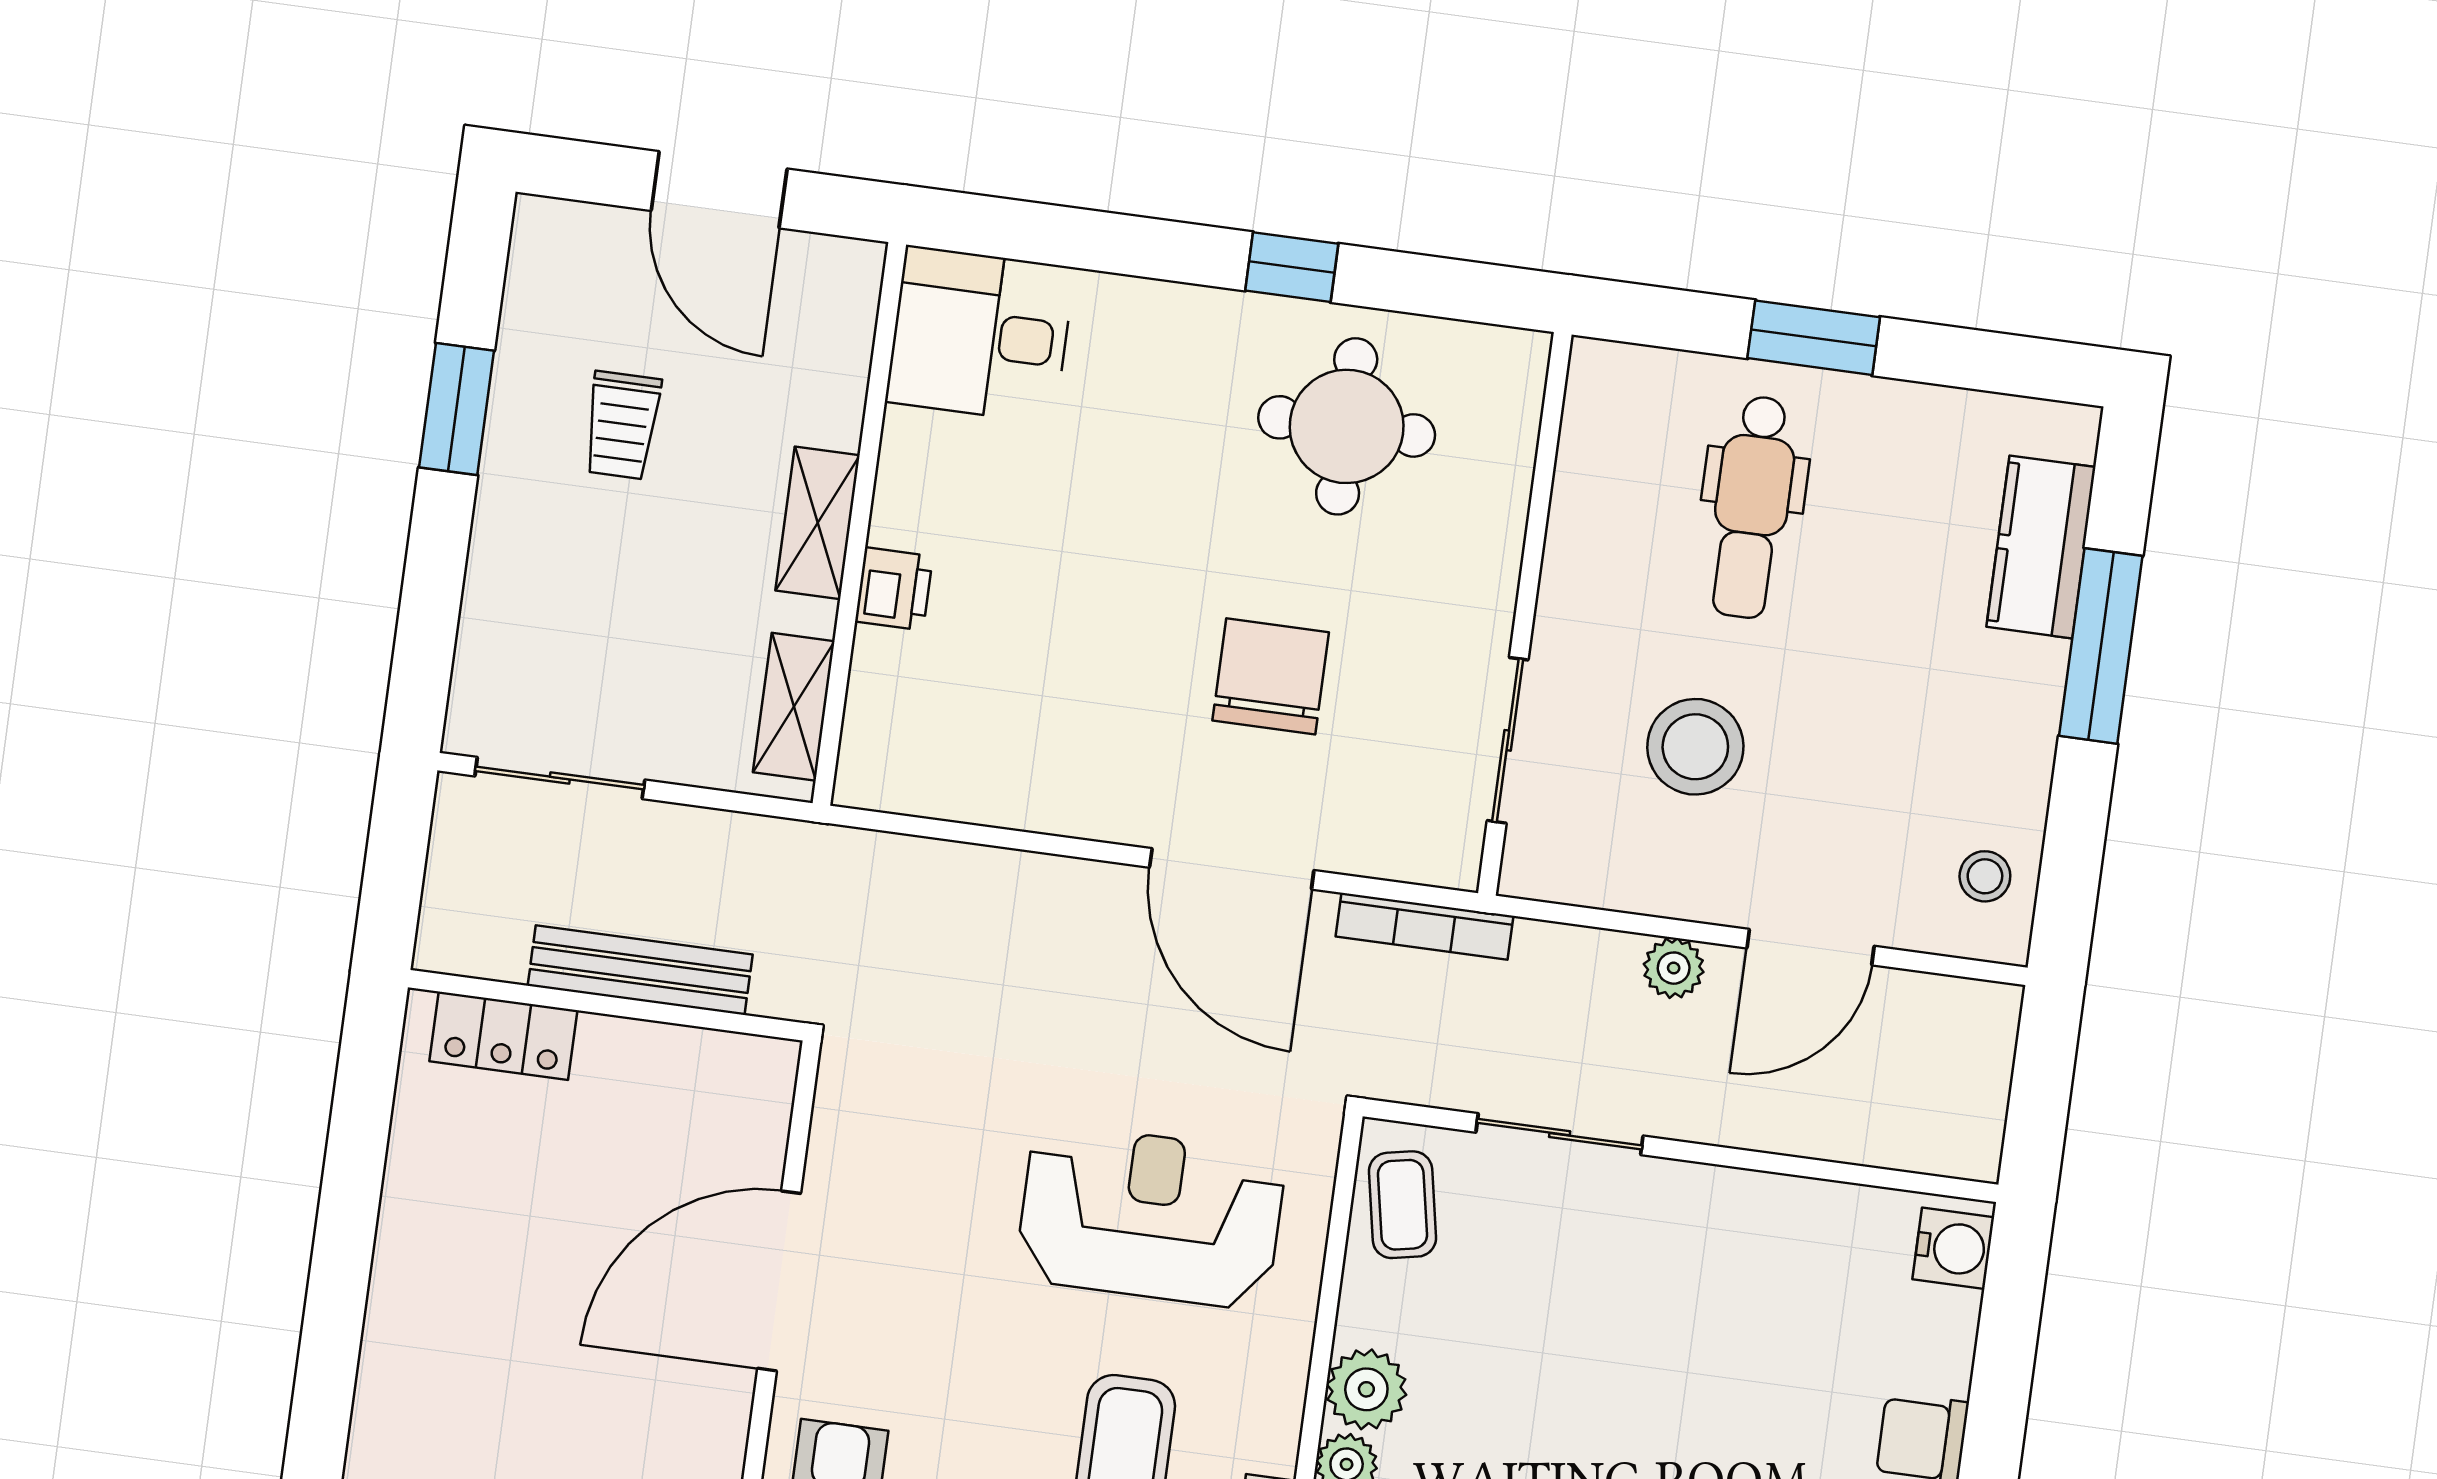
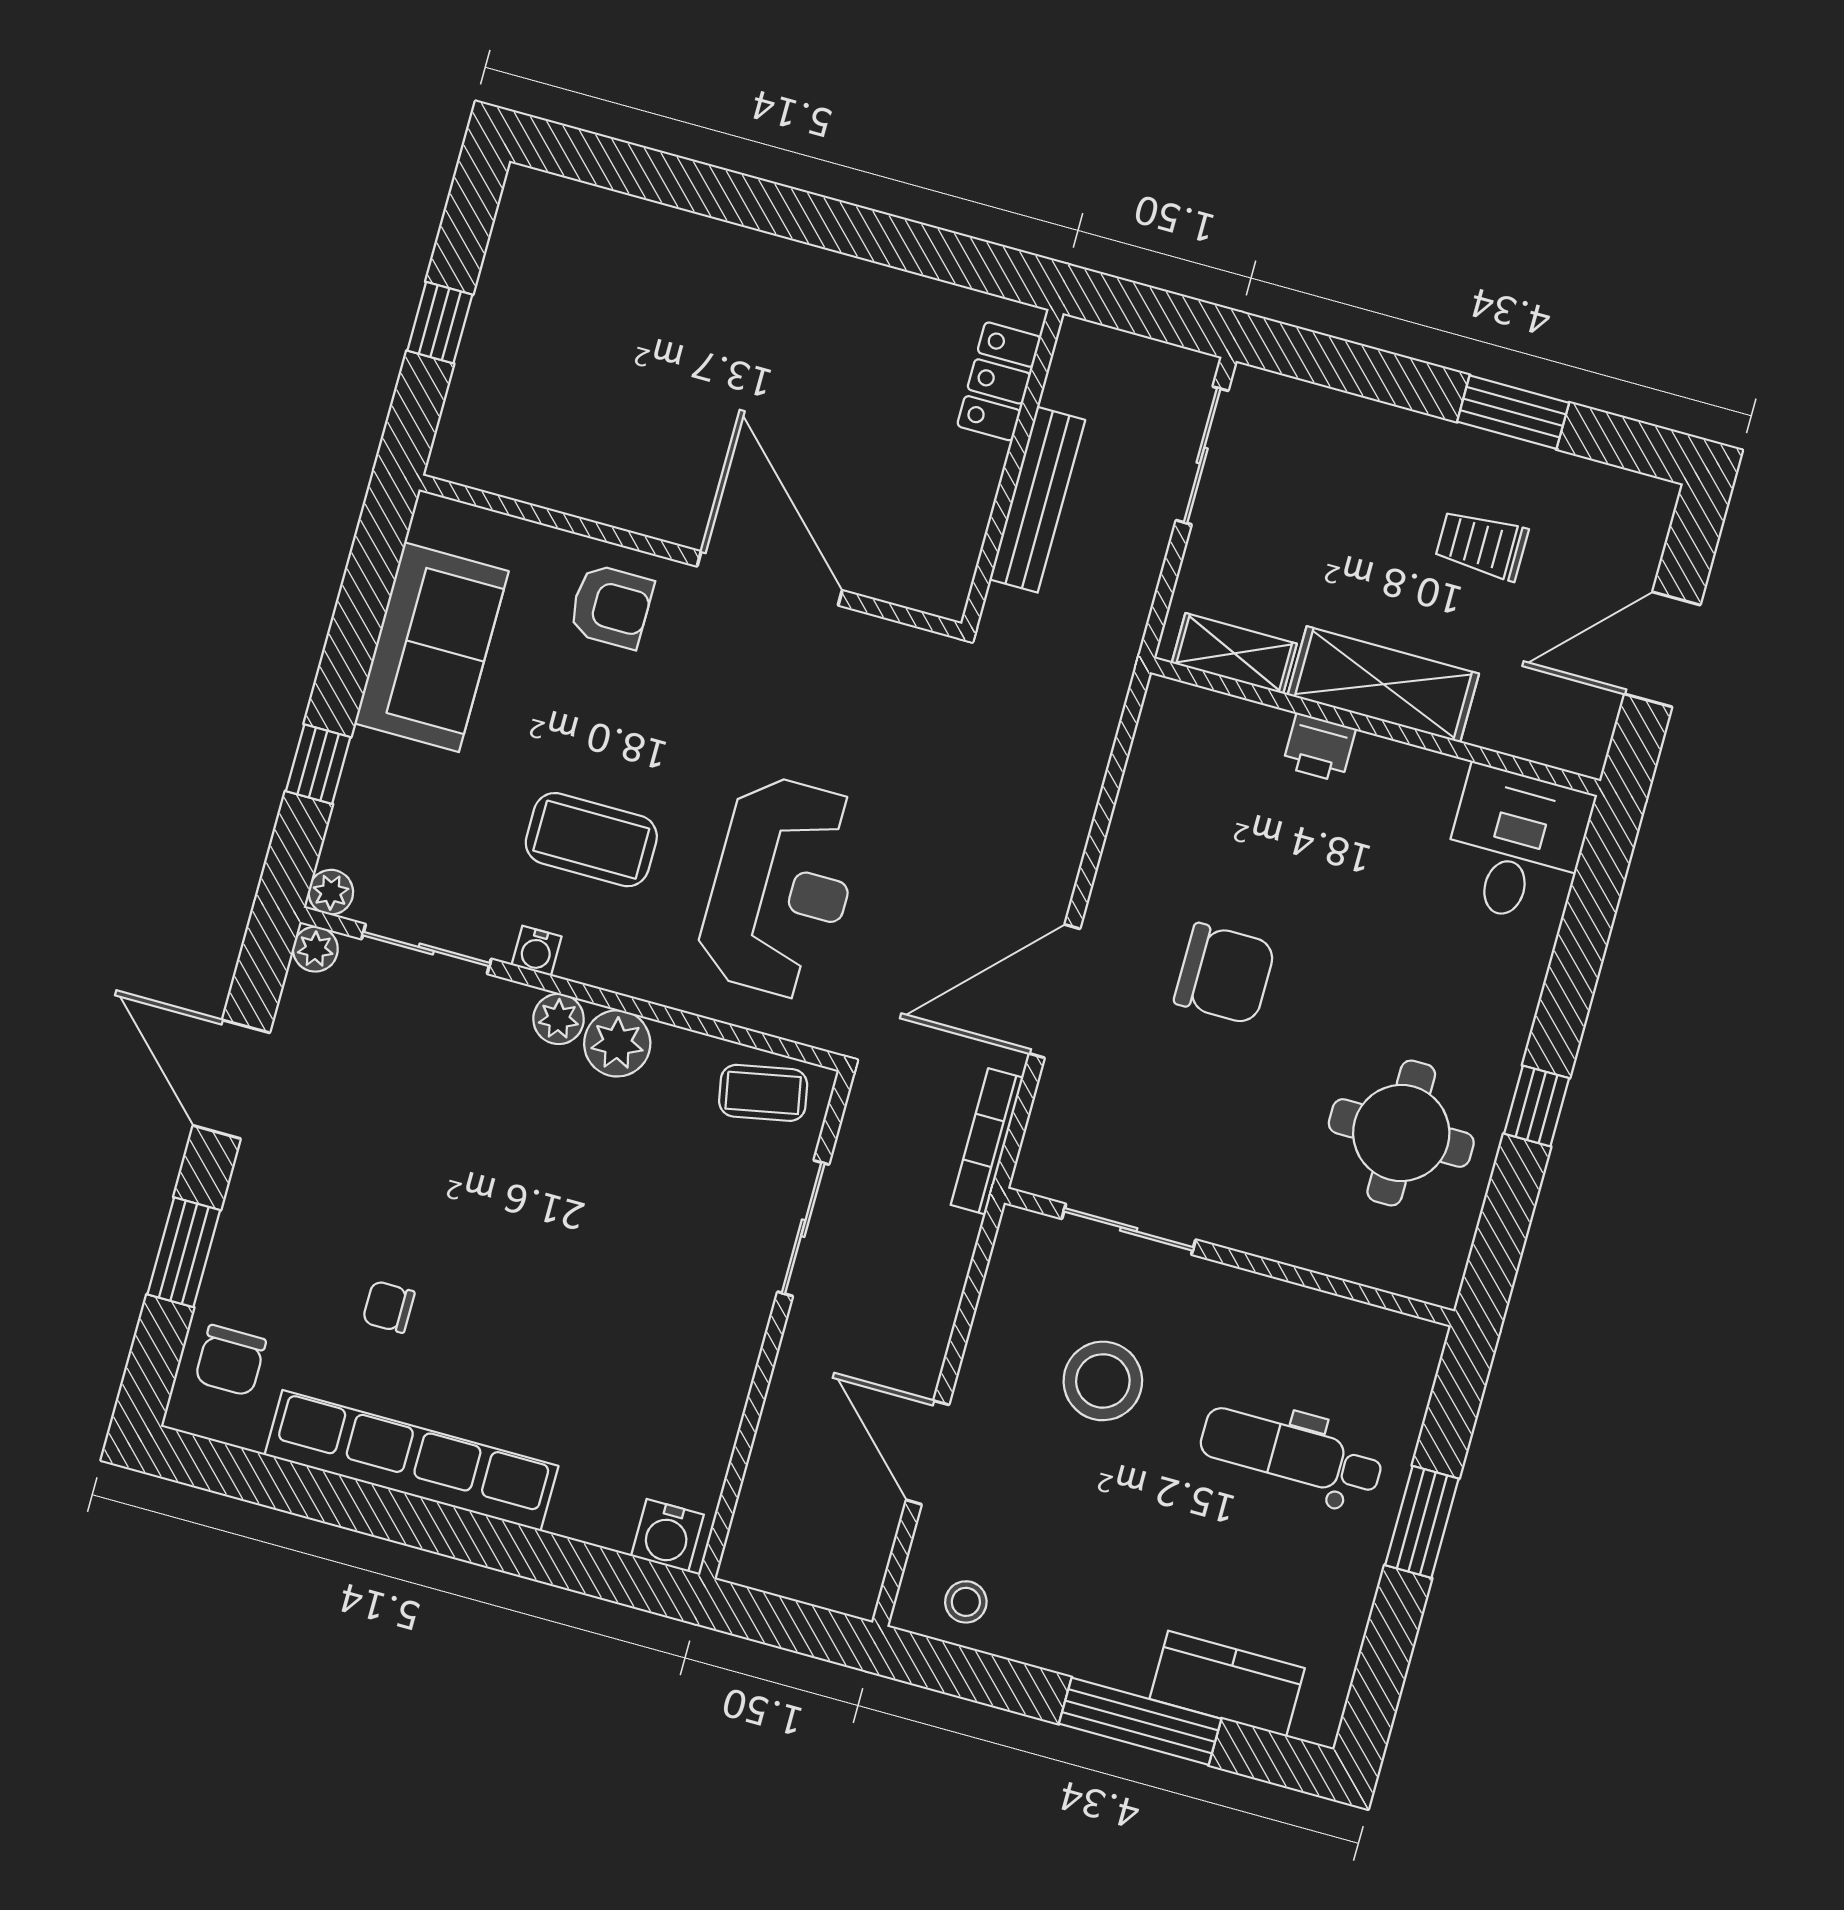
shelving: (818, 523) -> (1383, 684), width x1.50, depth x1.33
chair: (1271, 676) -> (1225, 974), moved
plant: (1674, 968) -> (926, 1339), removed

